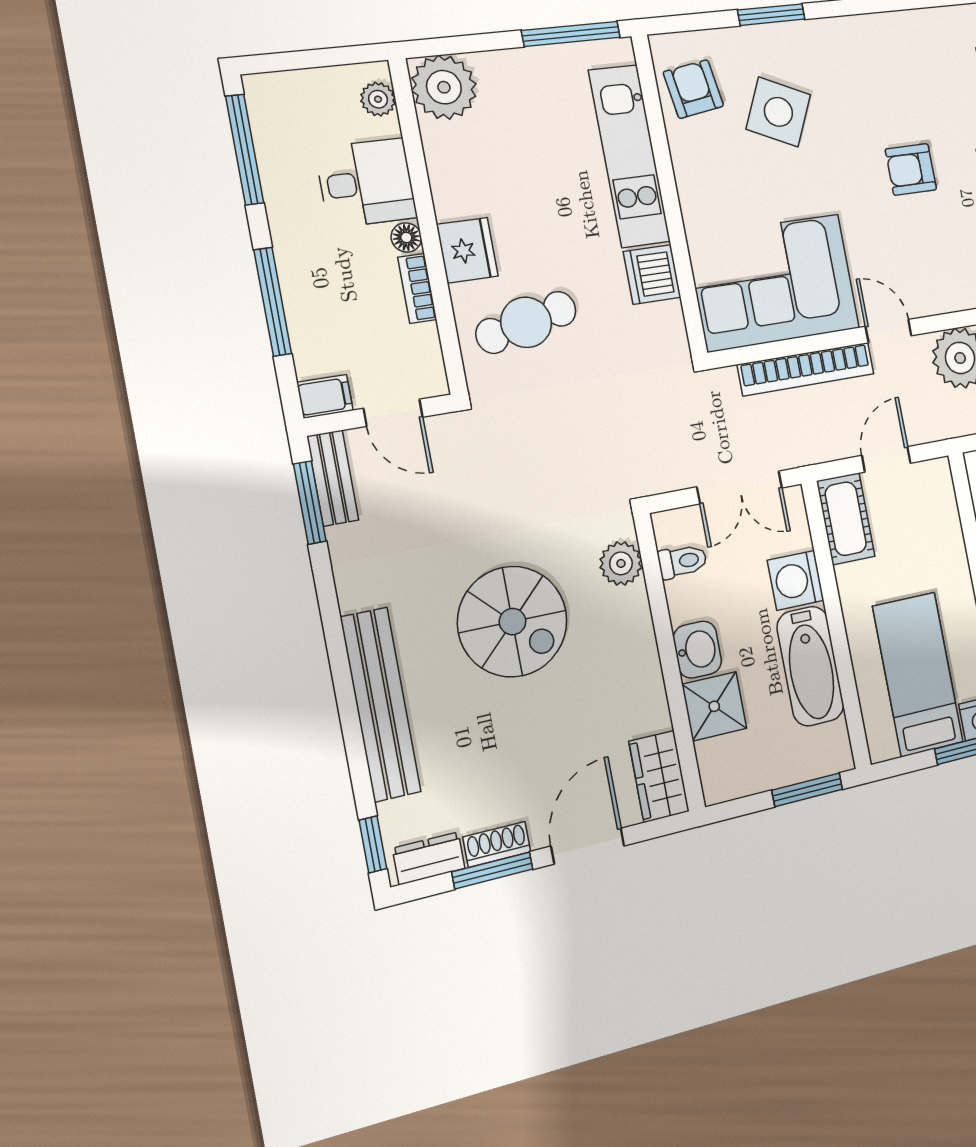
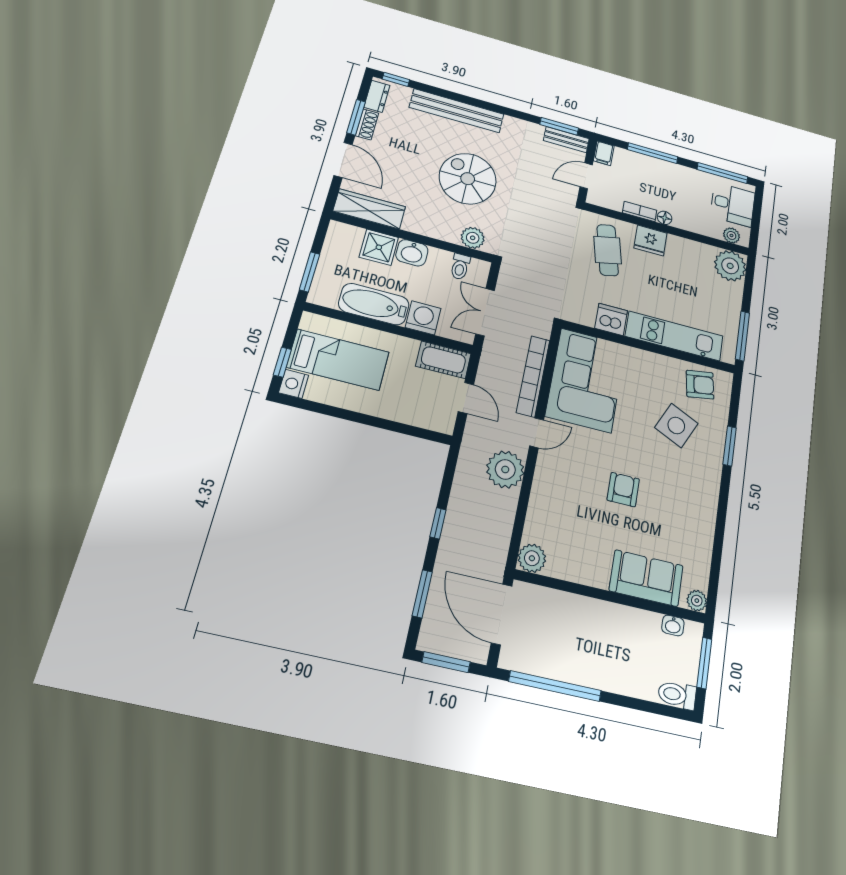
desk: (366, 183) -> (733, 205), moved, turned -90
spiral stairs: (513, 622) -> (468, 179), turned 90
wardrobe: (659, 776) -> (369, 209), width x1.50

